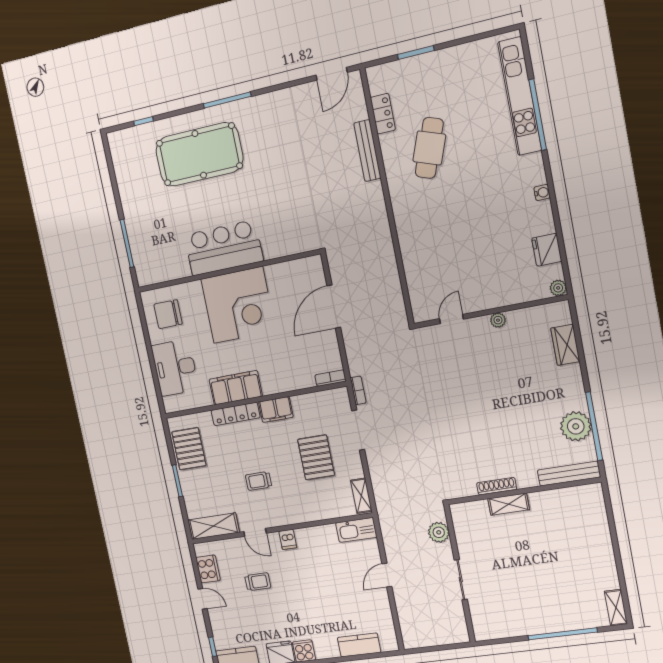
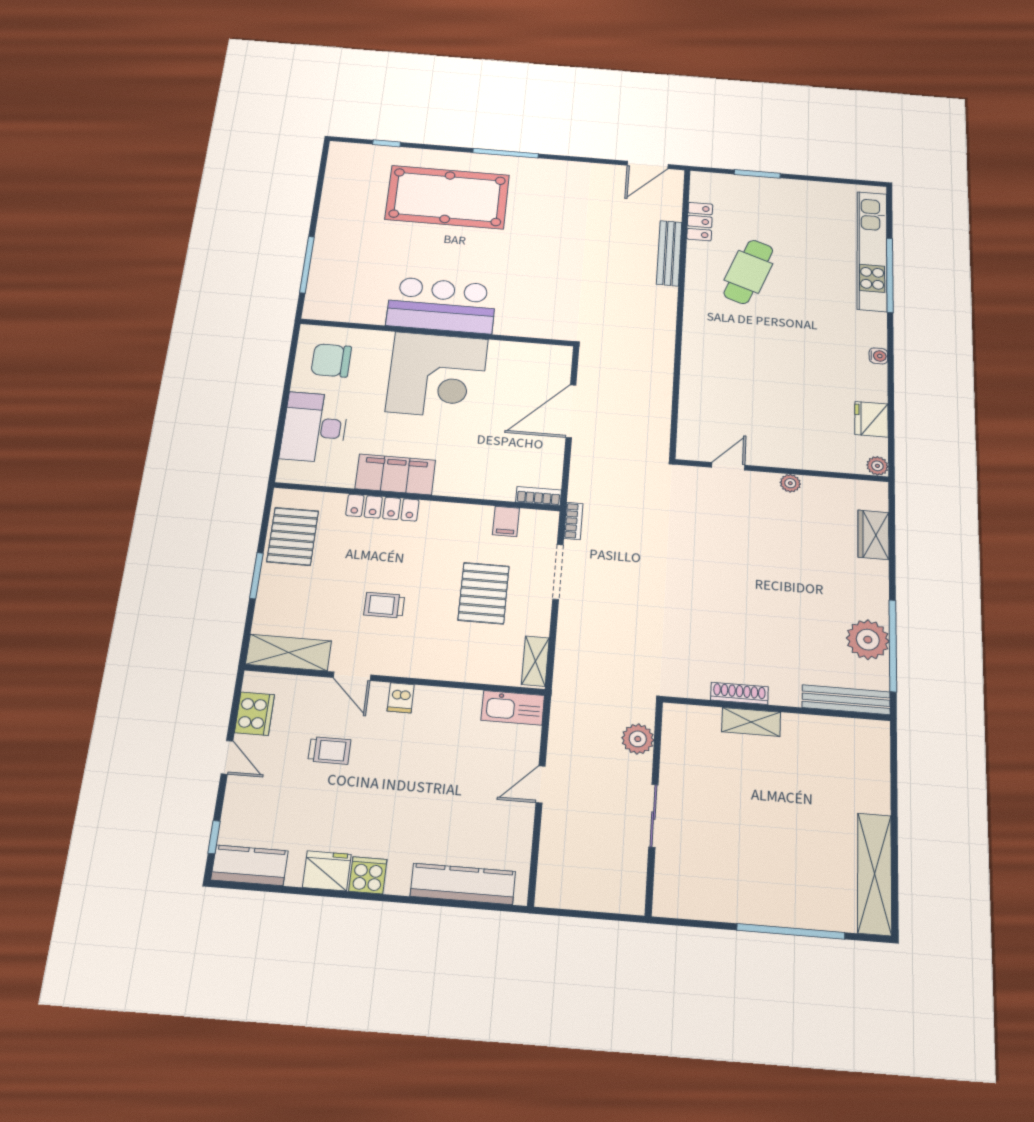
filing cabinet: (276, 409) -> (506, 521), moved, width x0.50
shelving: (616, 608) -> (874, 874), width x2.20, depth x1.33
kitchen counter: (359, 645) -> (463, 884), width x1.50

